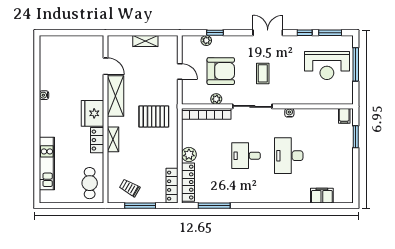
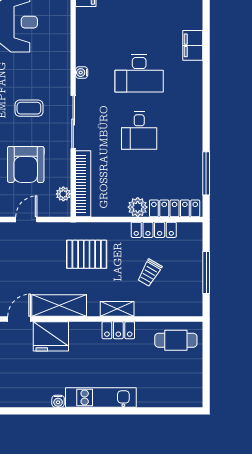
armchair: (221, 71) -> (26, 164), turned 180
plant: (216, 99) -> (63, 194), moved
fridge: (92, 113) -> (51, 336), moved
pallet: (154, 116) -> (87, 254), turned 90
kitchen unit: (47, 163) -> (101, 397), moved
locker: (172, 186) -> (154, 230), moved
trolley: (130, 188) -> (150, 273), moved
filing cabinet: (322, 196) -> (193, 45), moved

